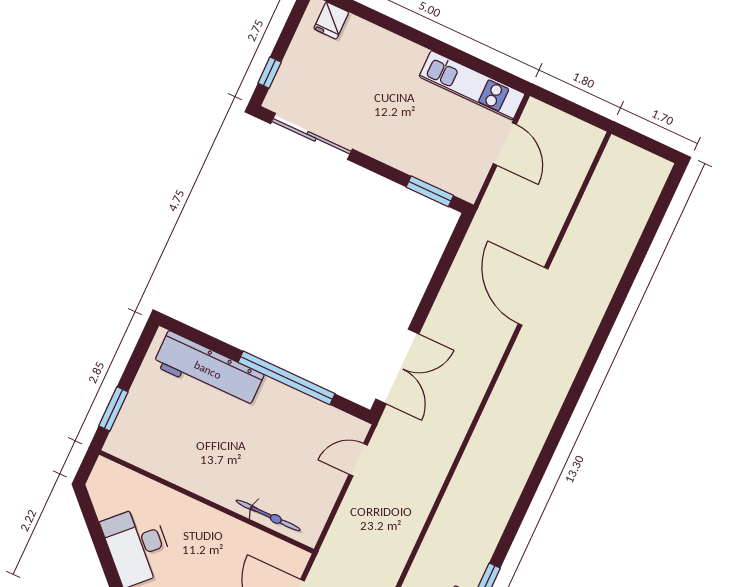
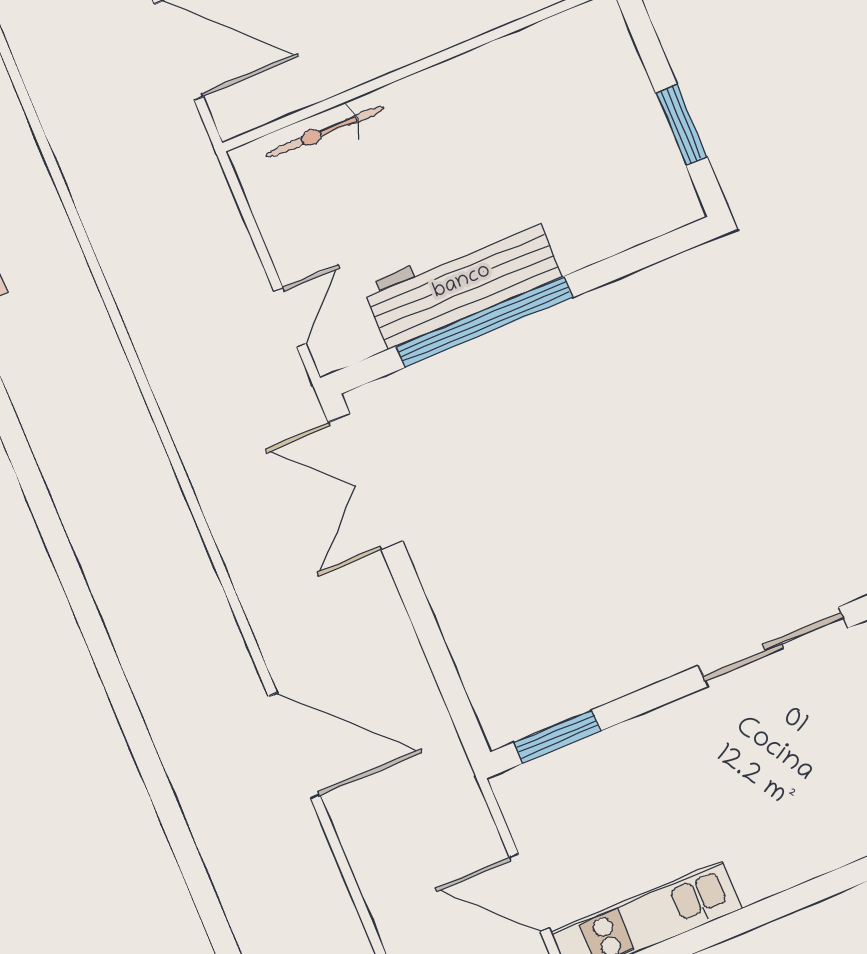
workbench: (208, 370) -> (462, 282), moved
window: (113, 409) -> (681, 125), moved

